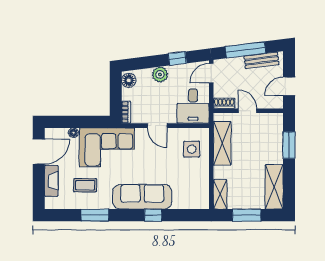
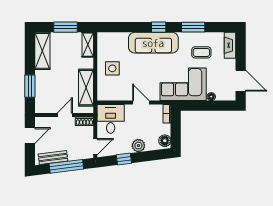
door: (248, 111) -> (65, 115), swing flipped
side table: (192, 149) -> (112, 68), moved
door: (39, 152) -> (241, 81), swing flipped
fireplace: (51, 181) -> (230, 45), moved
window: (153, 215) -> (159, 27), moved

